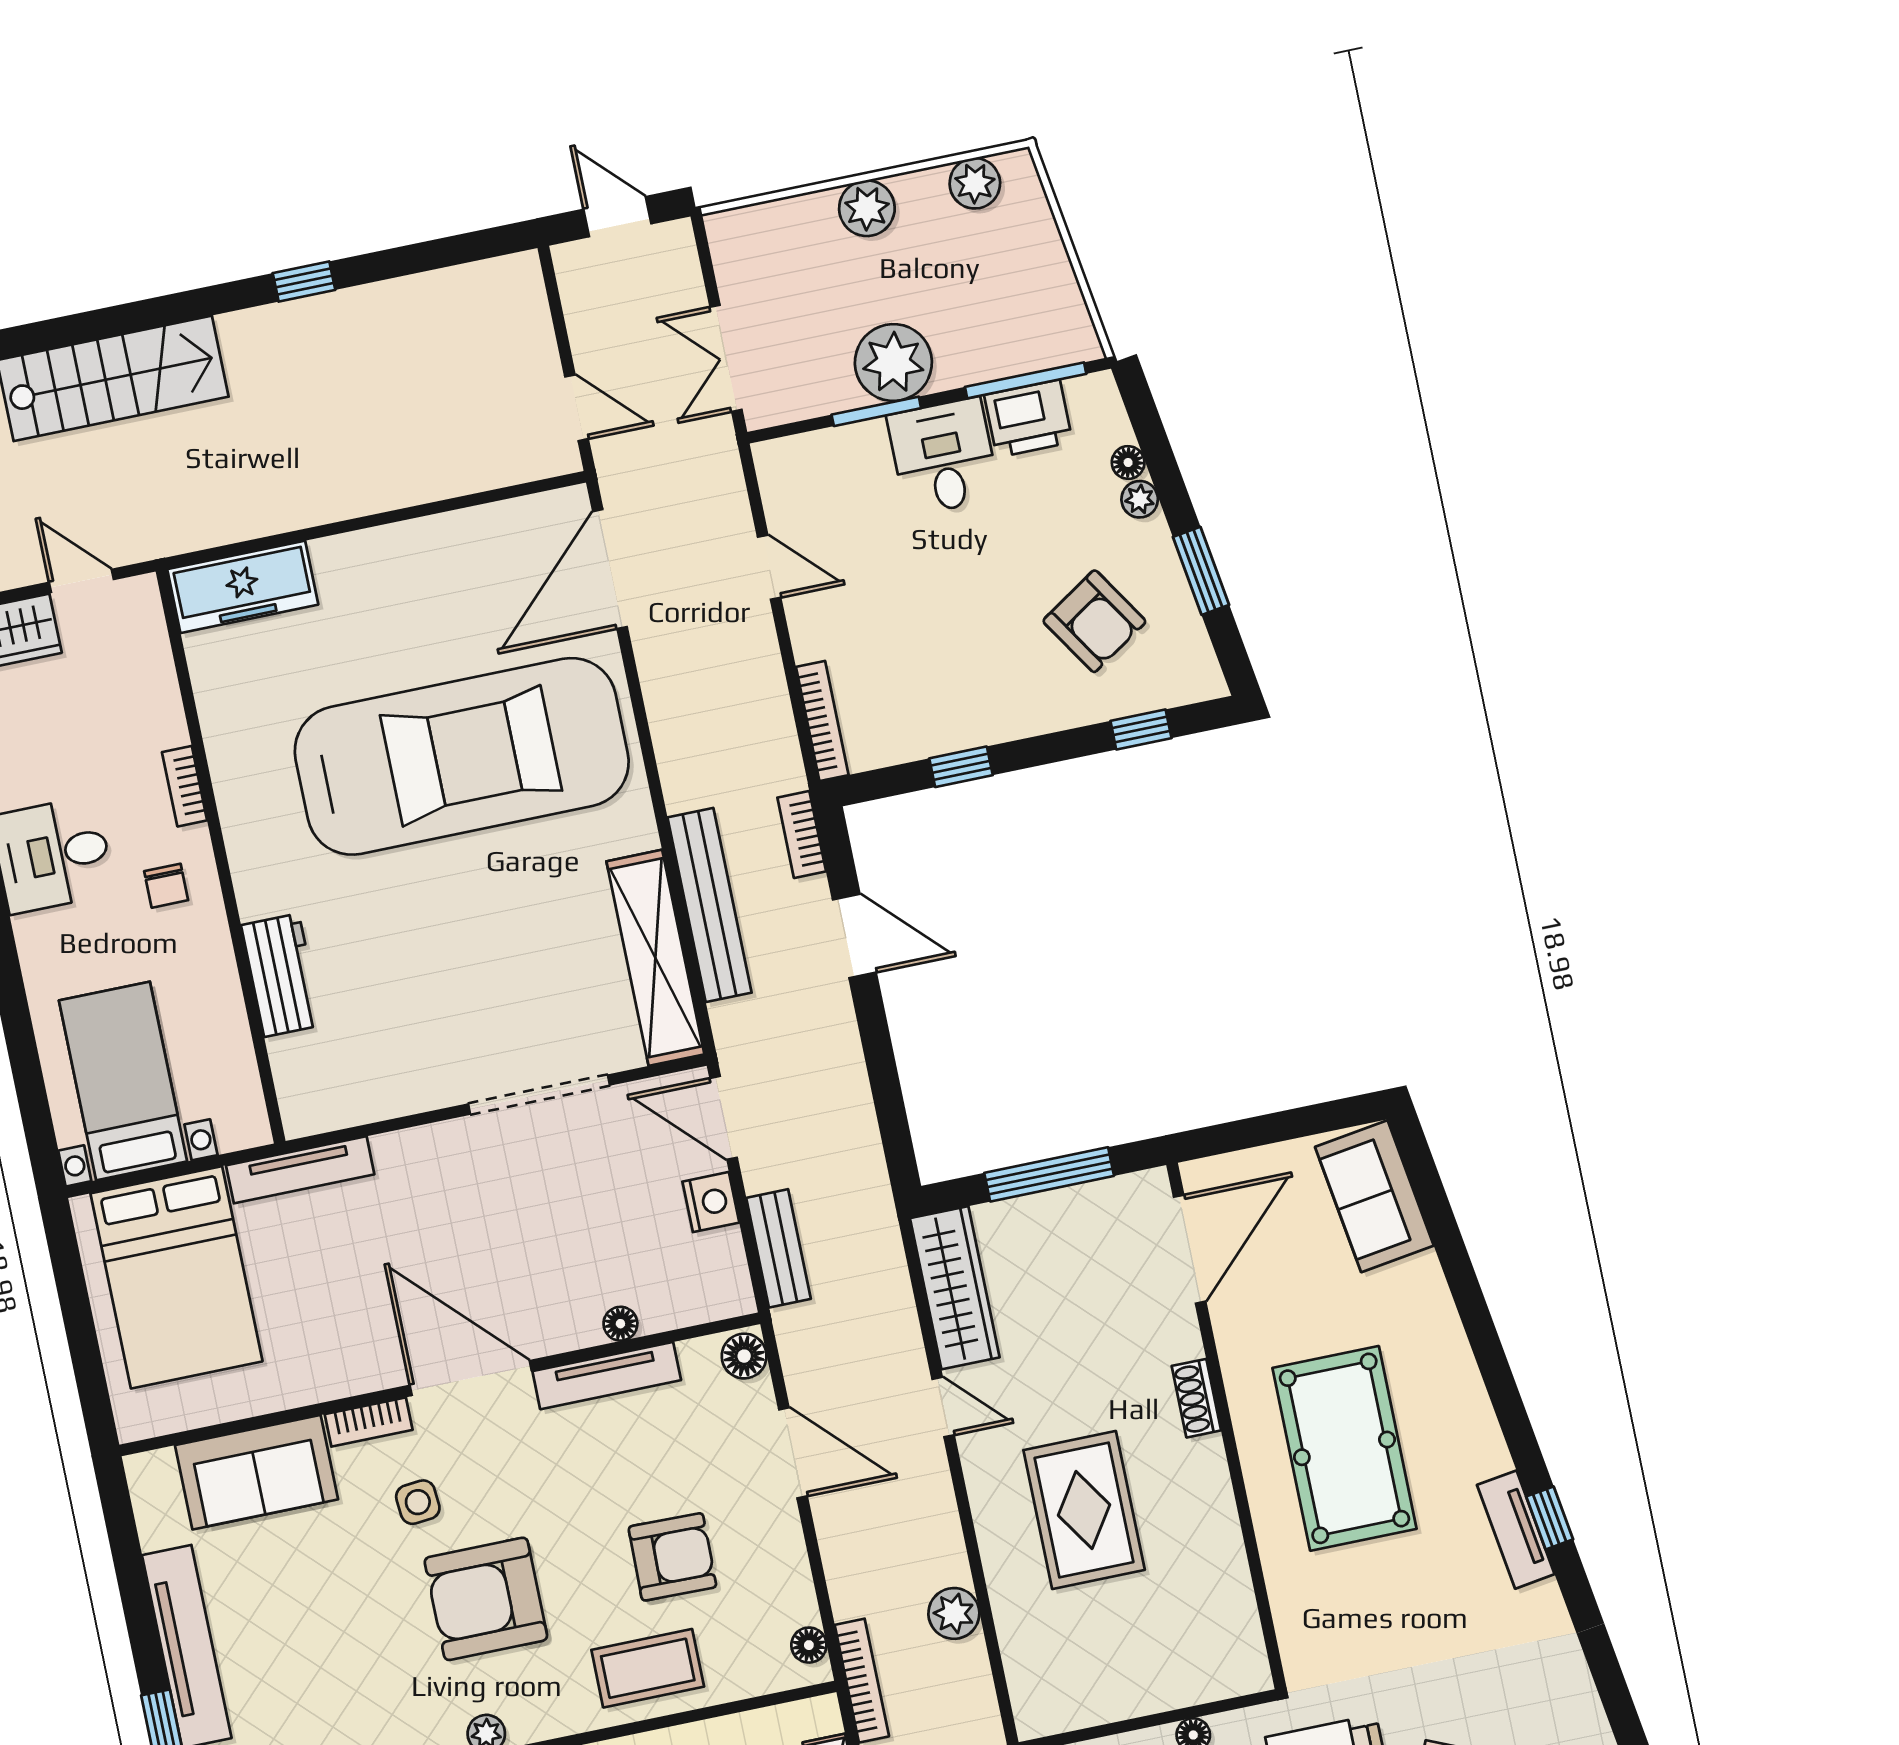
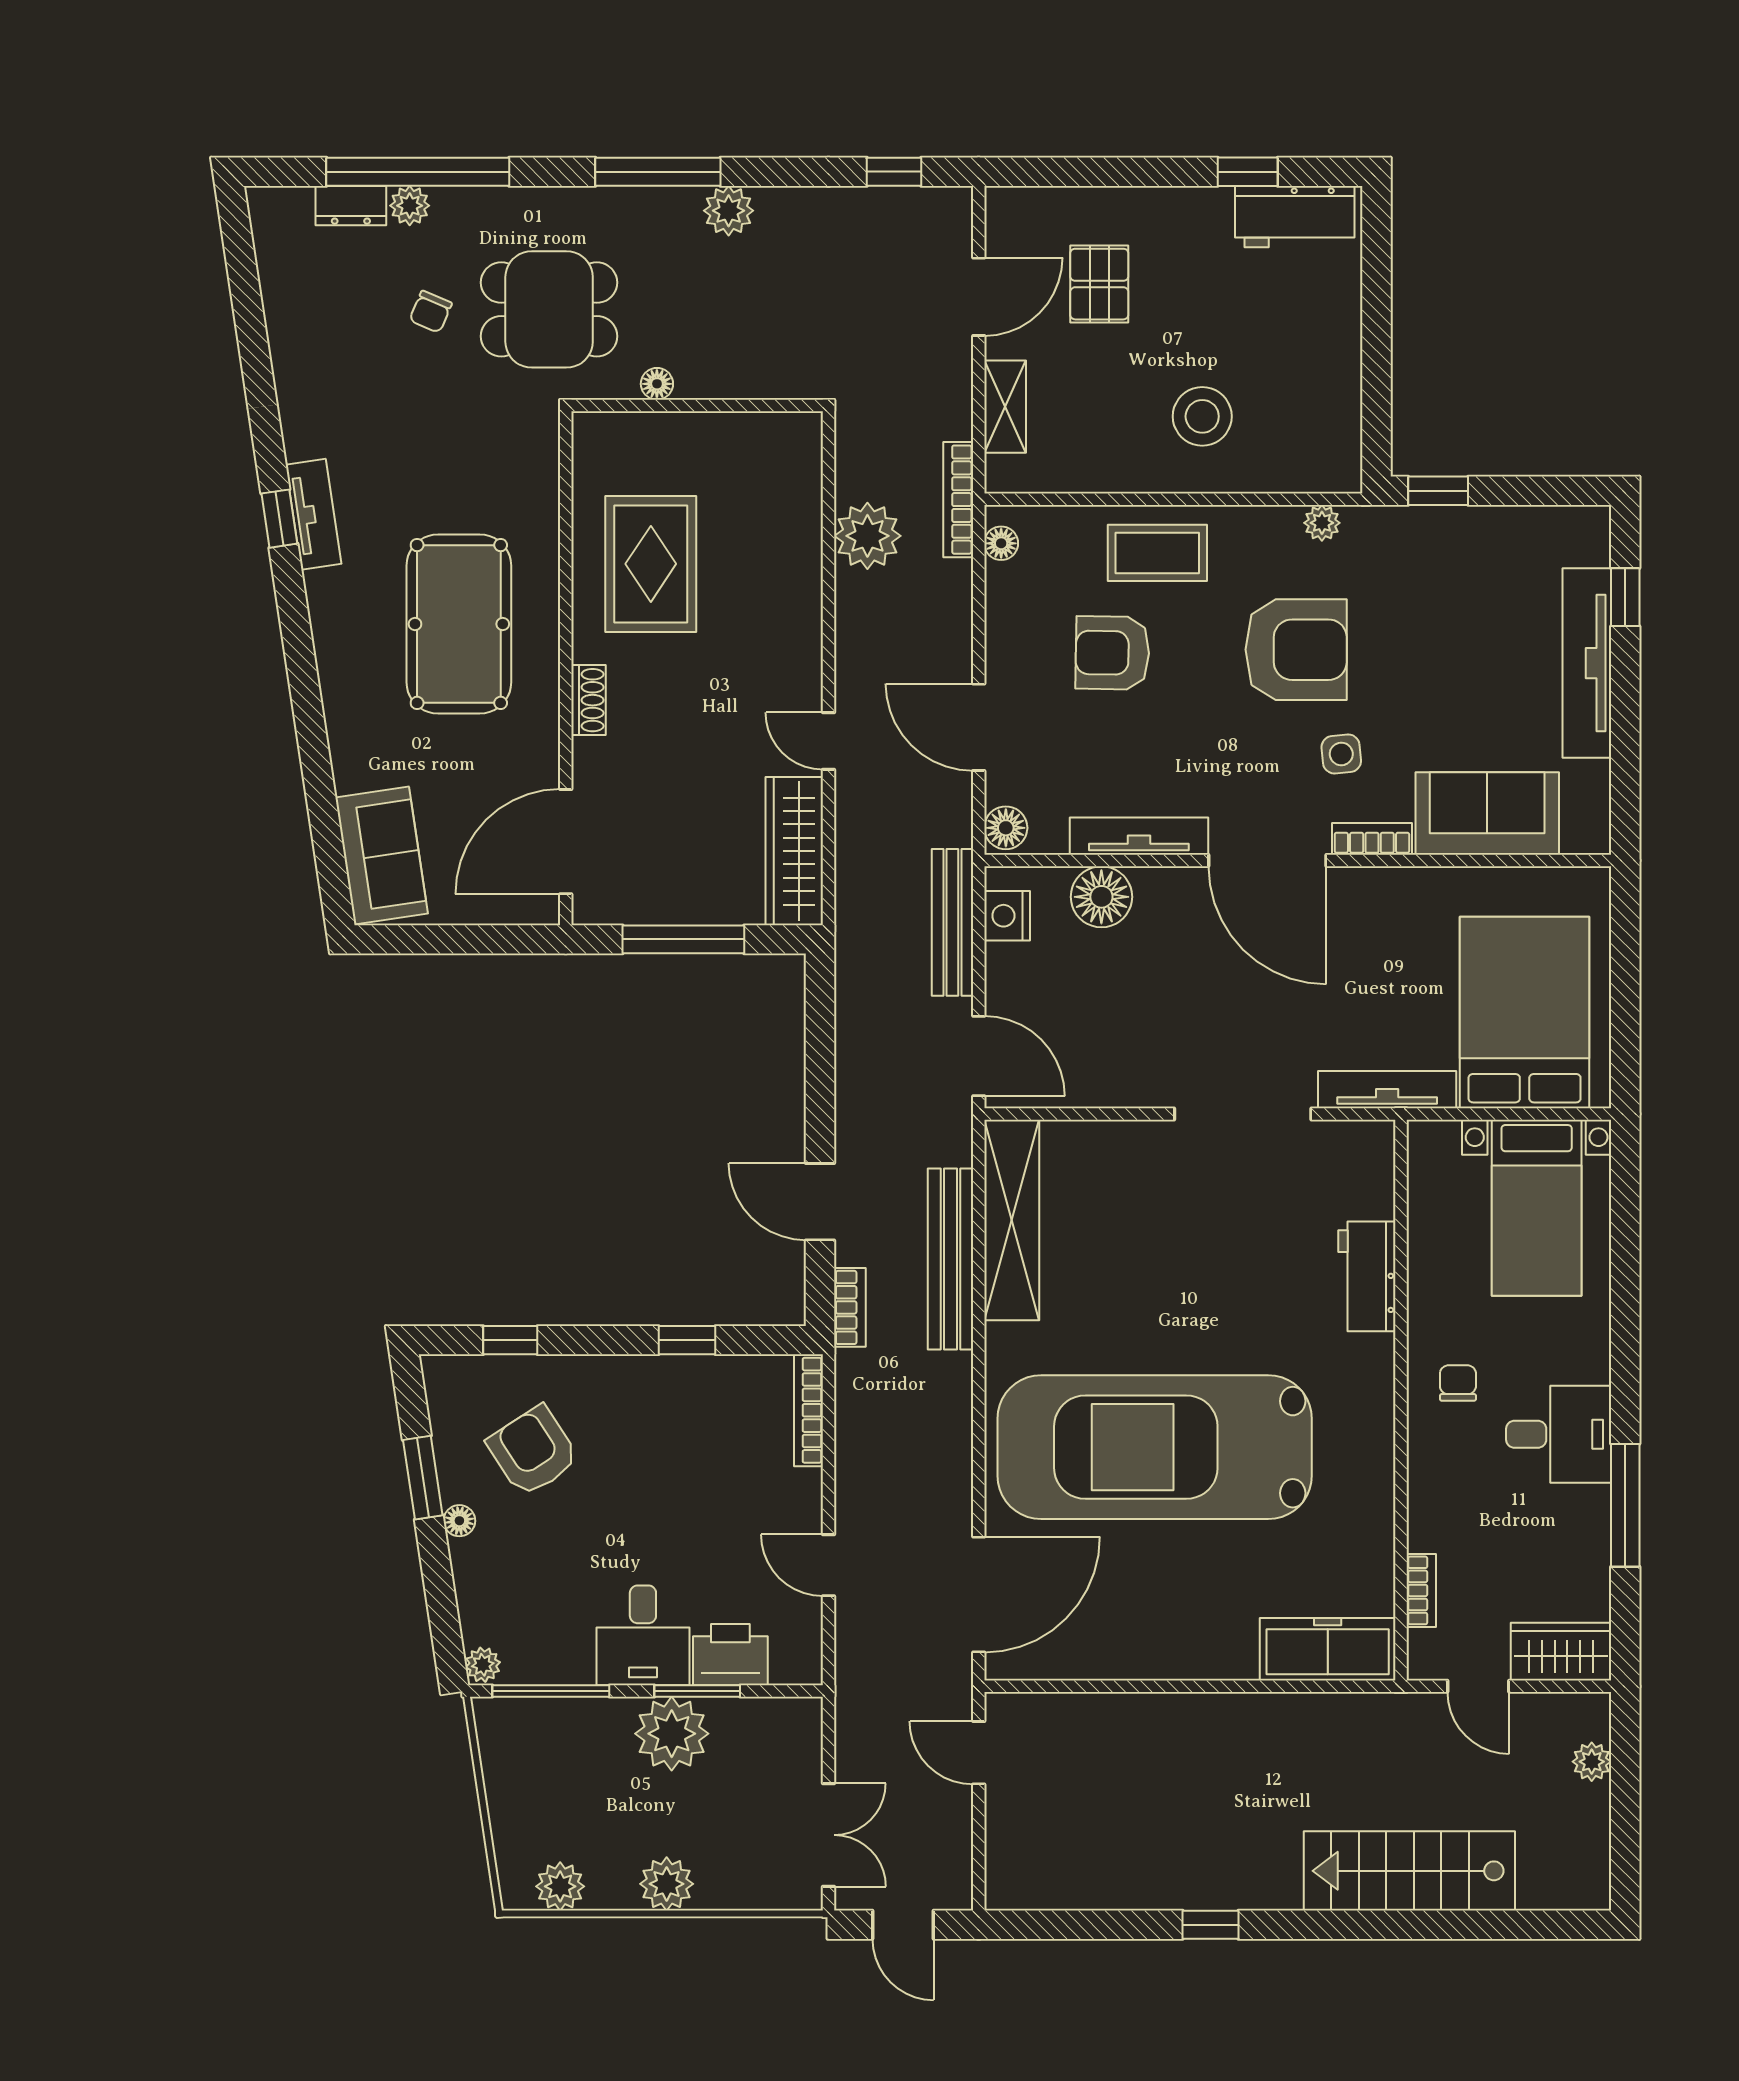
double door: (726, 358) -> (829, 1835), moved
printer: (1028, 418) -> (730, 1655), moved
floor lamp: (1128, 463) -> (459, 1521), moved
plant: (1140, 499) -> (483, 1665), moved
bookcase: (185, 786) -> (1421, 1590), moved
doorway: (539, 1095) -> (1243, 1114), moved
nightstand: (711, 1202) -> (1007, 916), moved
bench: (779, 1248) -> (952, 922), width x1.36
floor lamp: (620, 1324) -> (1101, 897), width x1.89, depth x1.89
rug: (1084, 1510) -> (651, 564), moved
plant: (954, 1613) -> (867, 536), width x1.36, depth x1.36

